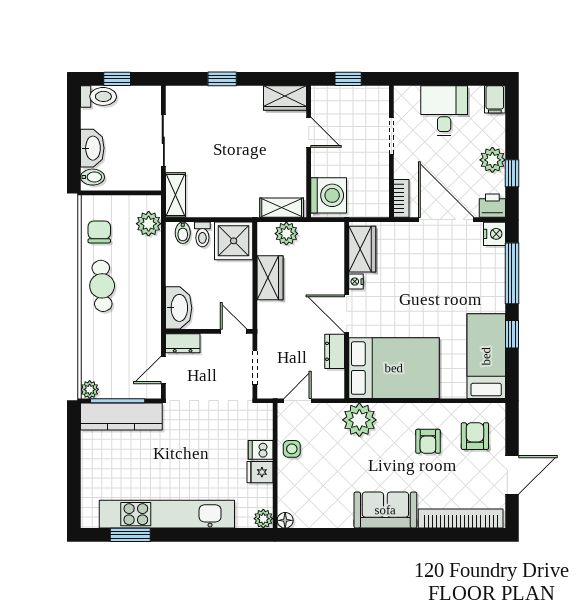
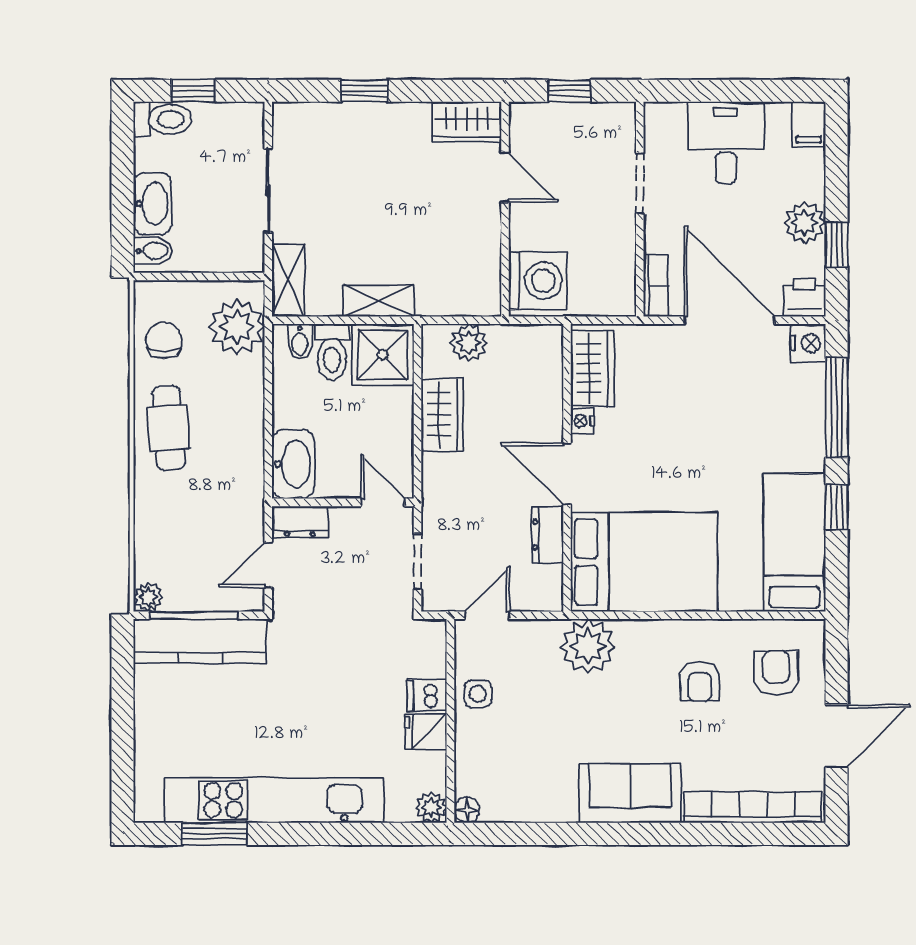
shelving: (282, 208) -> (379, 301), moved
plant: (149, 224) -> (237, 327), width x1.36, depth x1.36
toilet: (202, 234) -> (332, 352), width x1.37, depth x1.39

